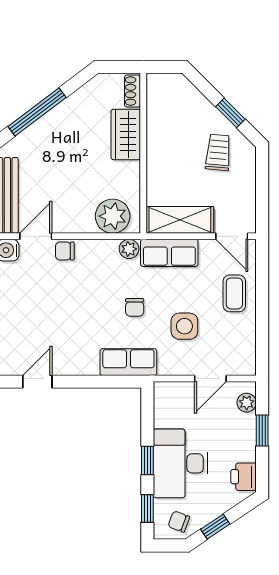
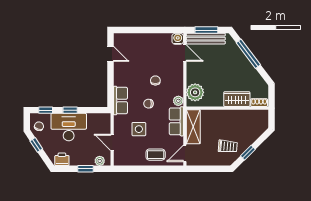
chair: (65, 251) -> (155, 80), moved

